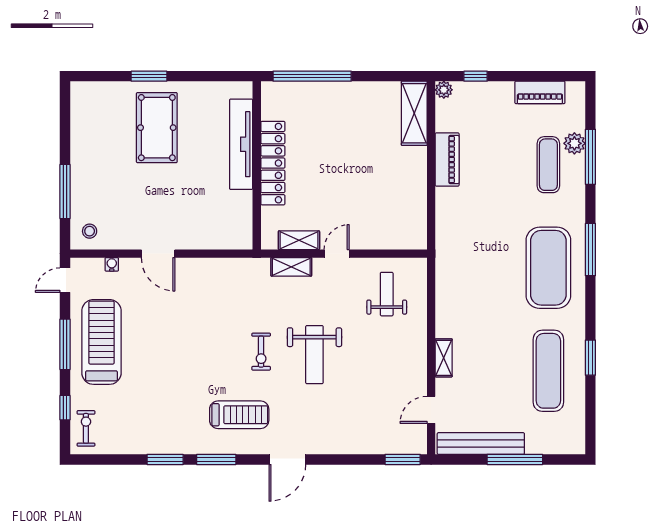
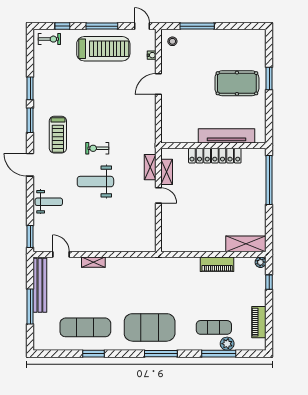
weight bench: (387, 294) -> (49, 202), moved

